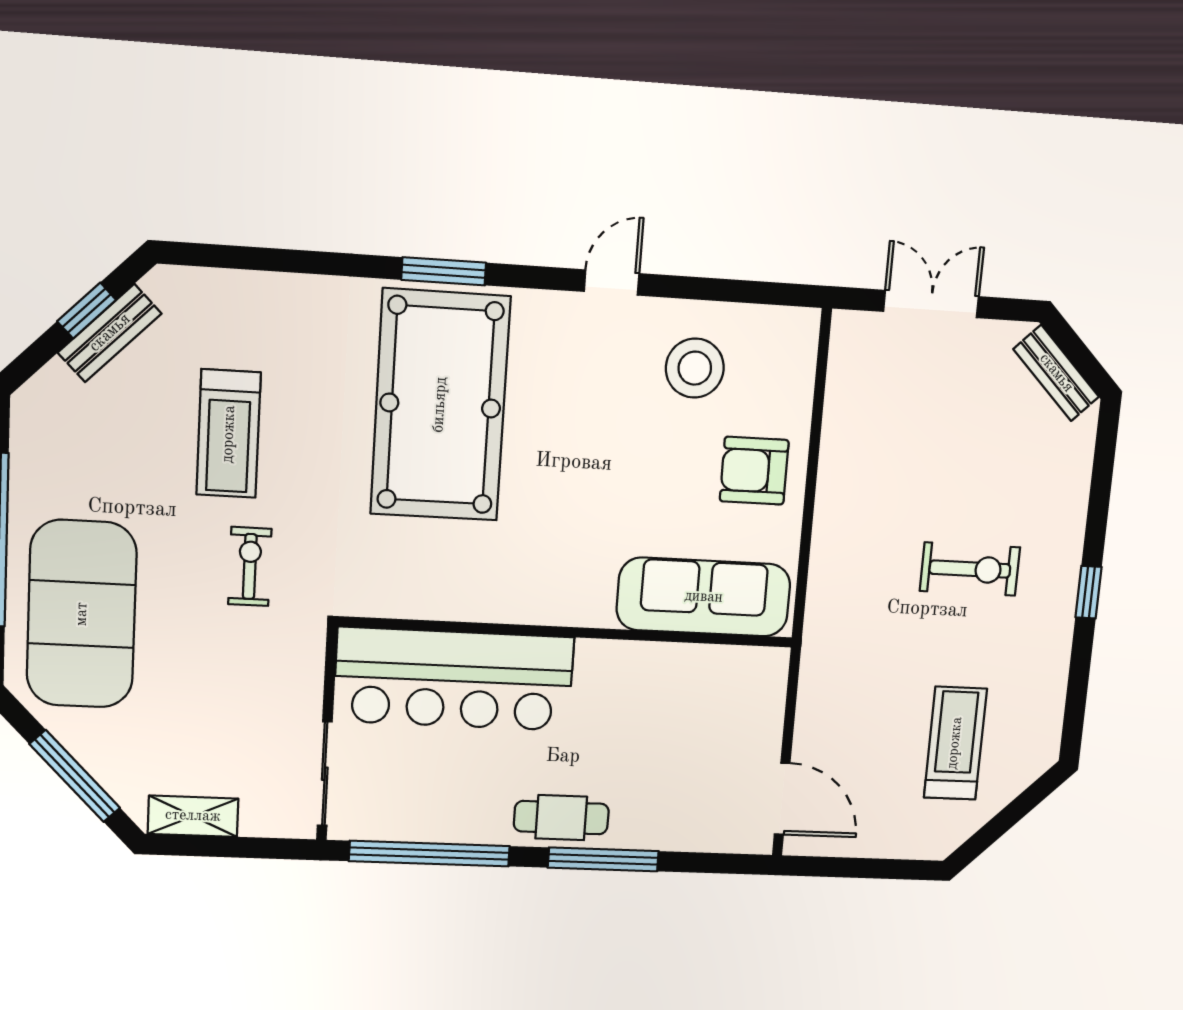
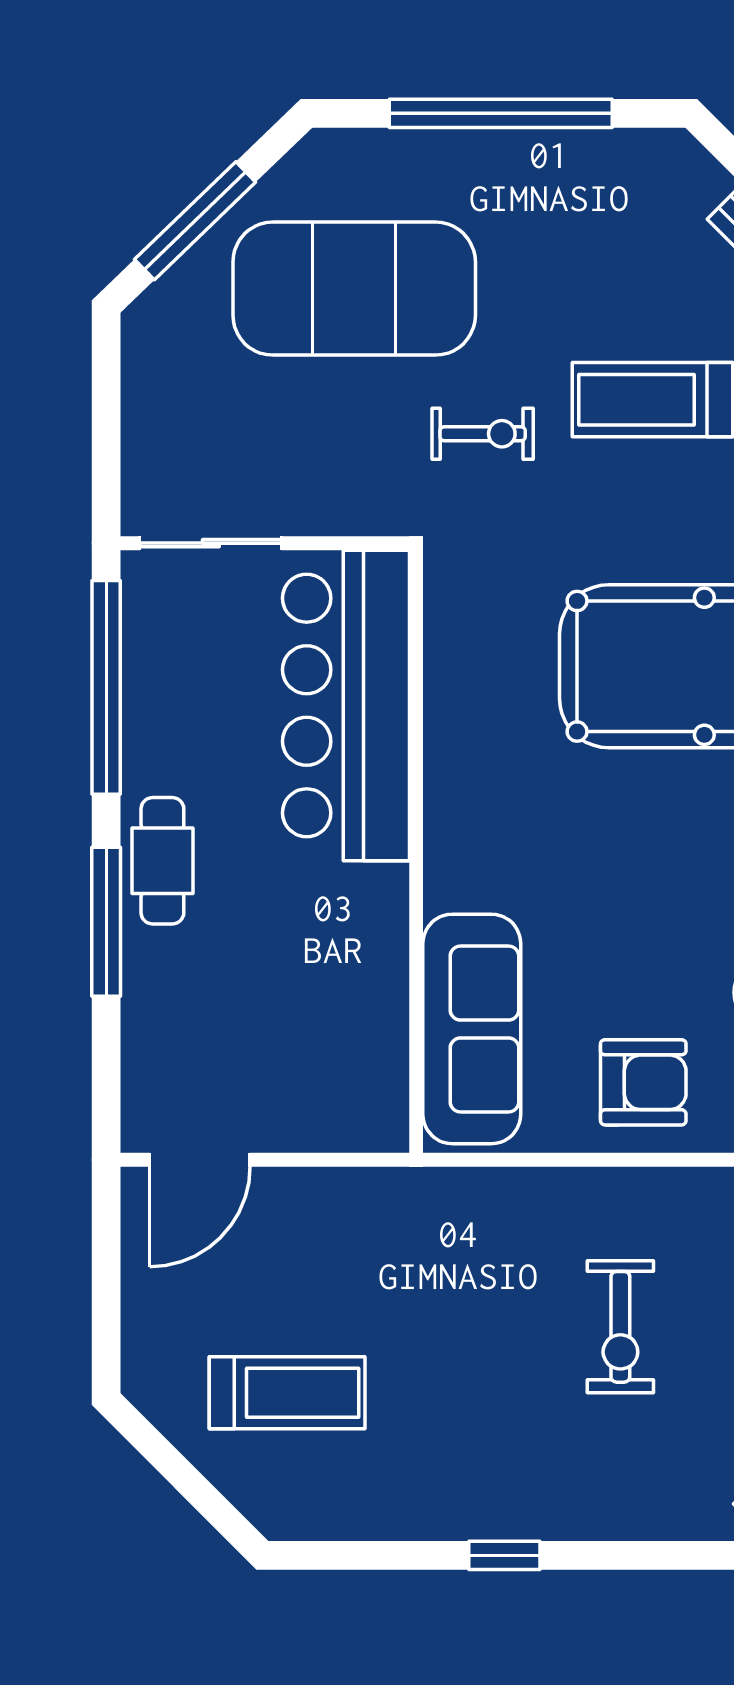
armchair: (754, 471) -> (643, 1082), turned 90
exercise bike: (970, 569) -> (620, 1327), moved
exercise mat: (82, 614) -> (354, 289), moved
shelving: (193, 816) -> (146, 374), removed

